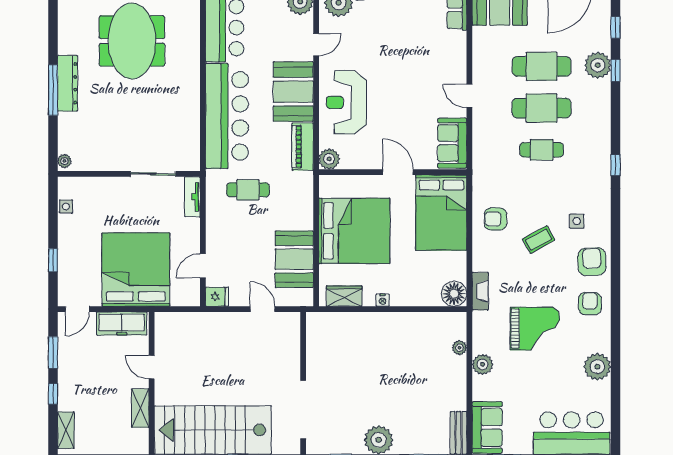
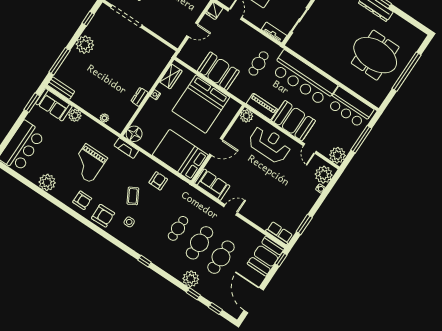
plant: (598, 65) -> (191, 279), moved
booth: (294, 259) -> (218, 71), moved
dresser: (400, 320) -> (139, 97), added
plant: (483, 364) -> (75, 115), moved

